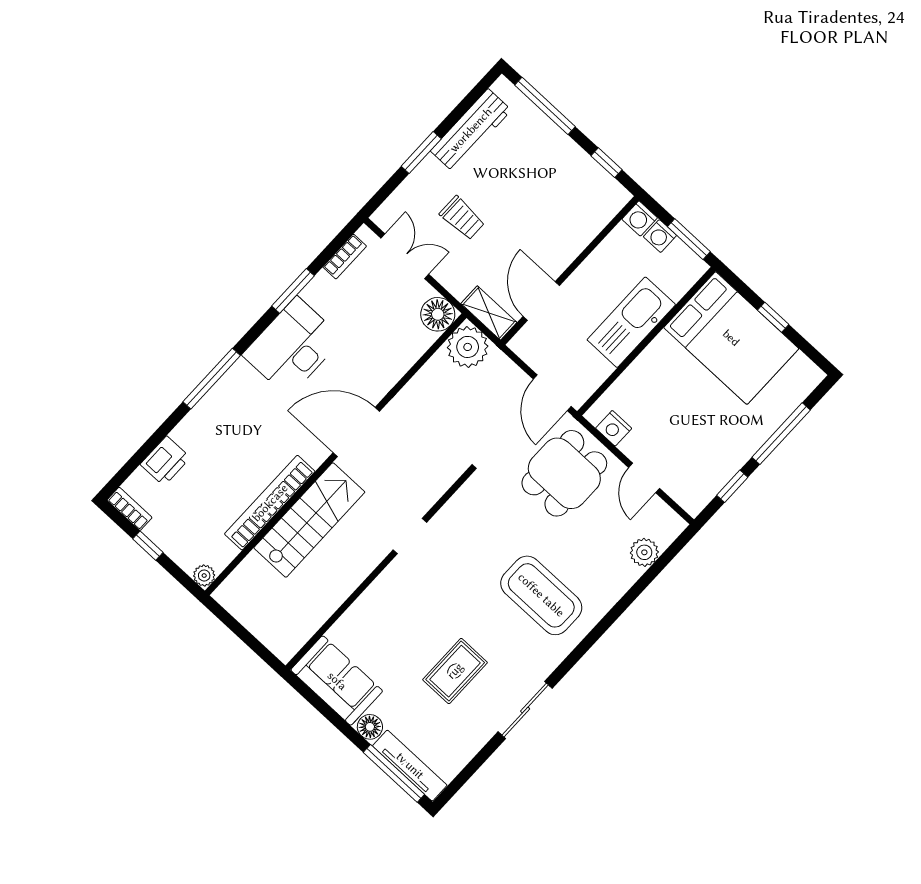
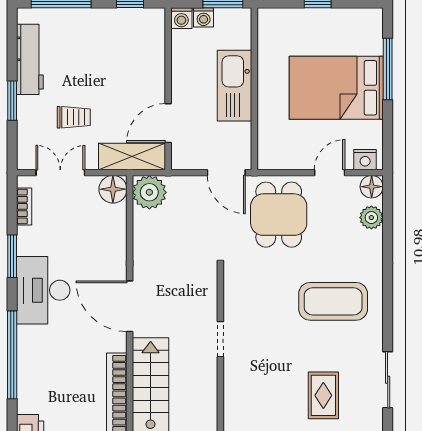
door: (541, 301) -> (168, 123), hinge flipped
shelving: (489, 313) -> (132, 156), width x1.50, depth x1.33
bed: (731, 338) -> (336, 88), moved, turned 180
window: (212, 379) -> (12, 355), width x1.46
nightstand: (614, 428) -> (365, 160), moved
door: (356, 432) -> (130, 306), hinge flipped
door: (644, 478) -> (330, 173), swing flipped
window: (732, 486) -> (388, 128), removed
floor lamp: (670, 525) -> (372, 187), added

